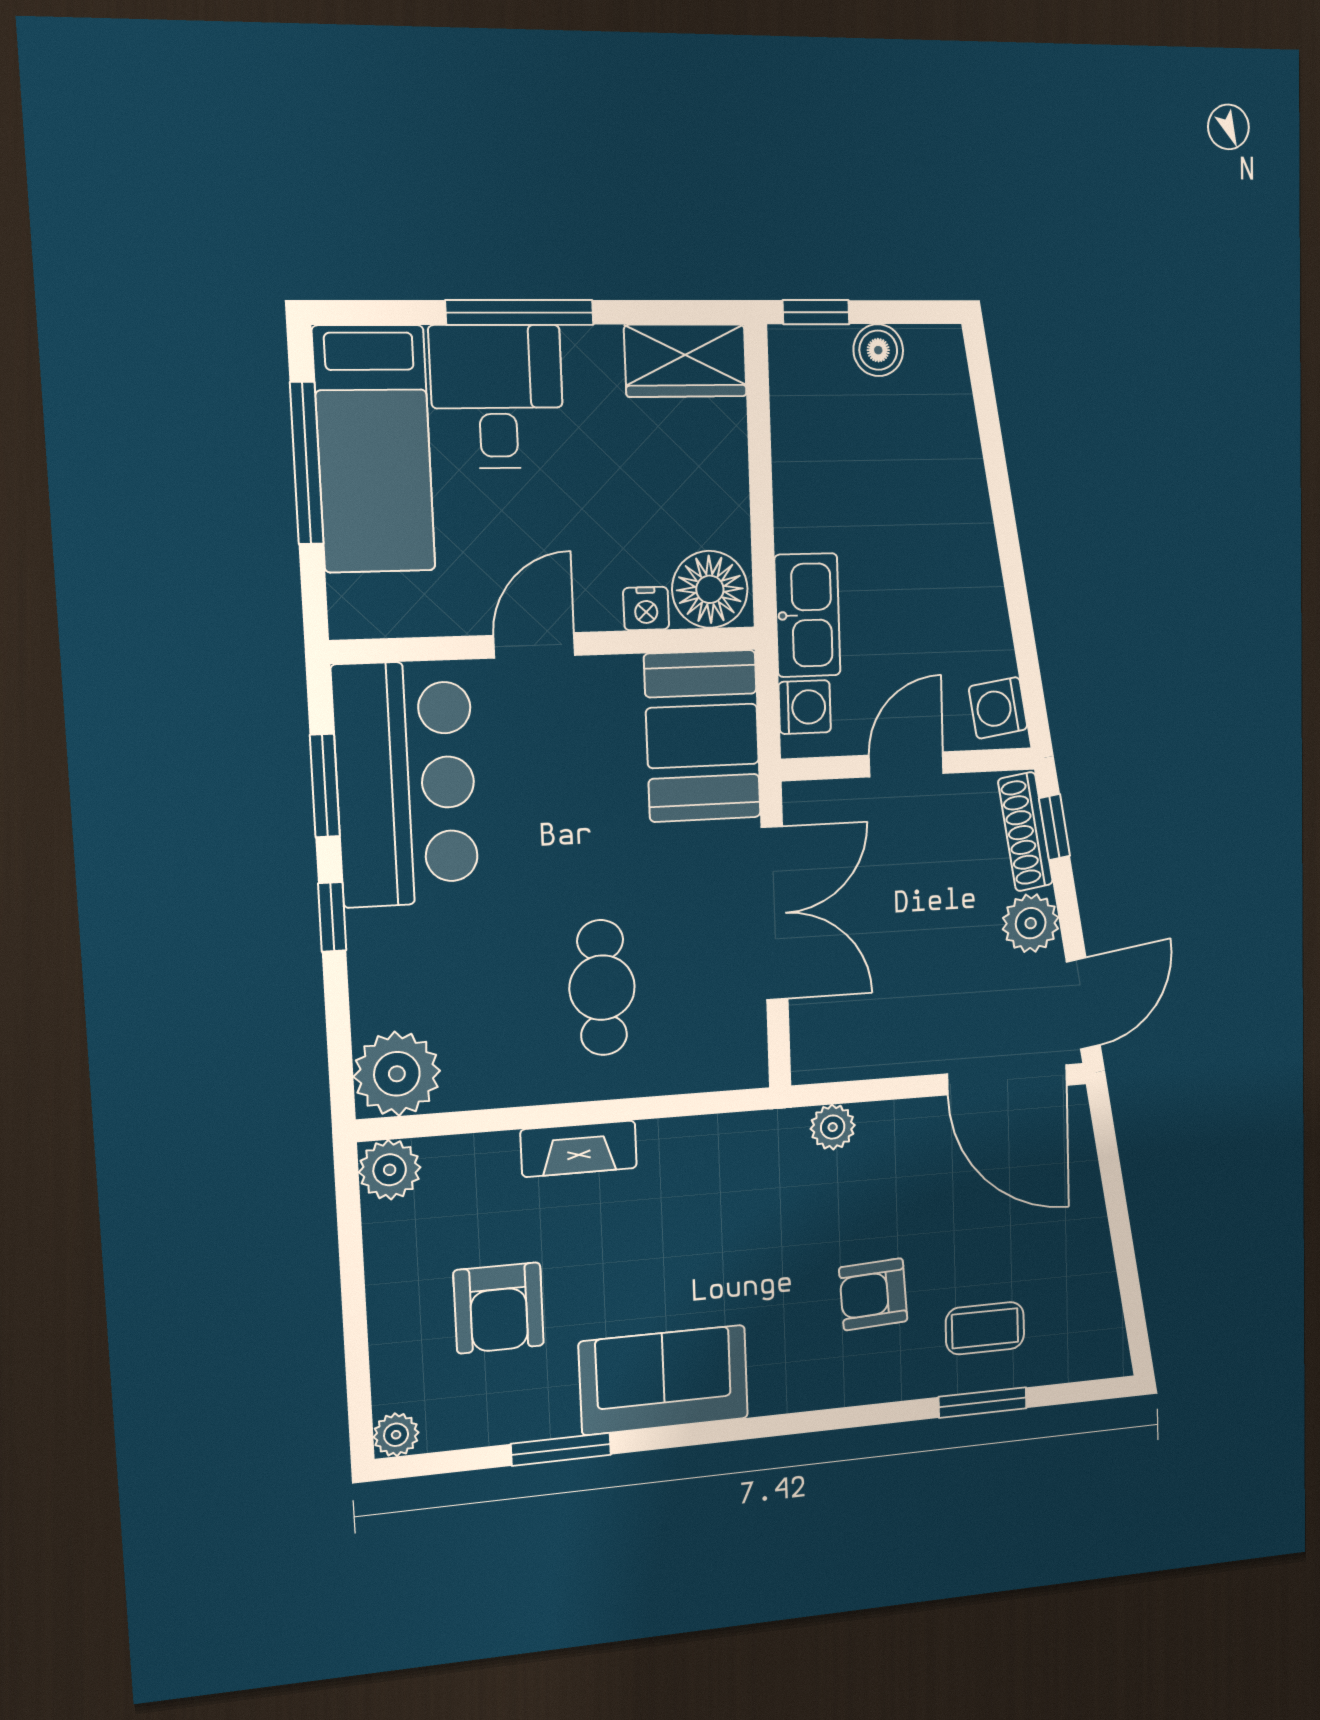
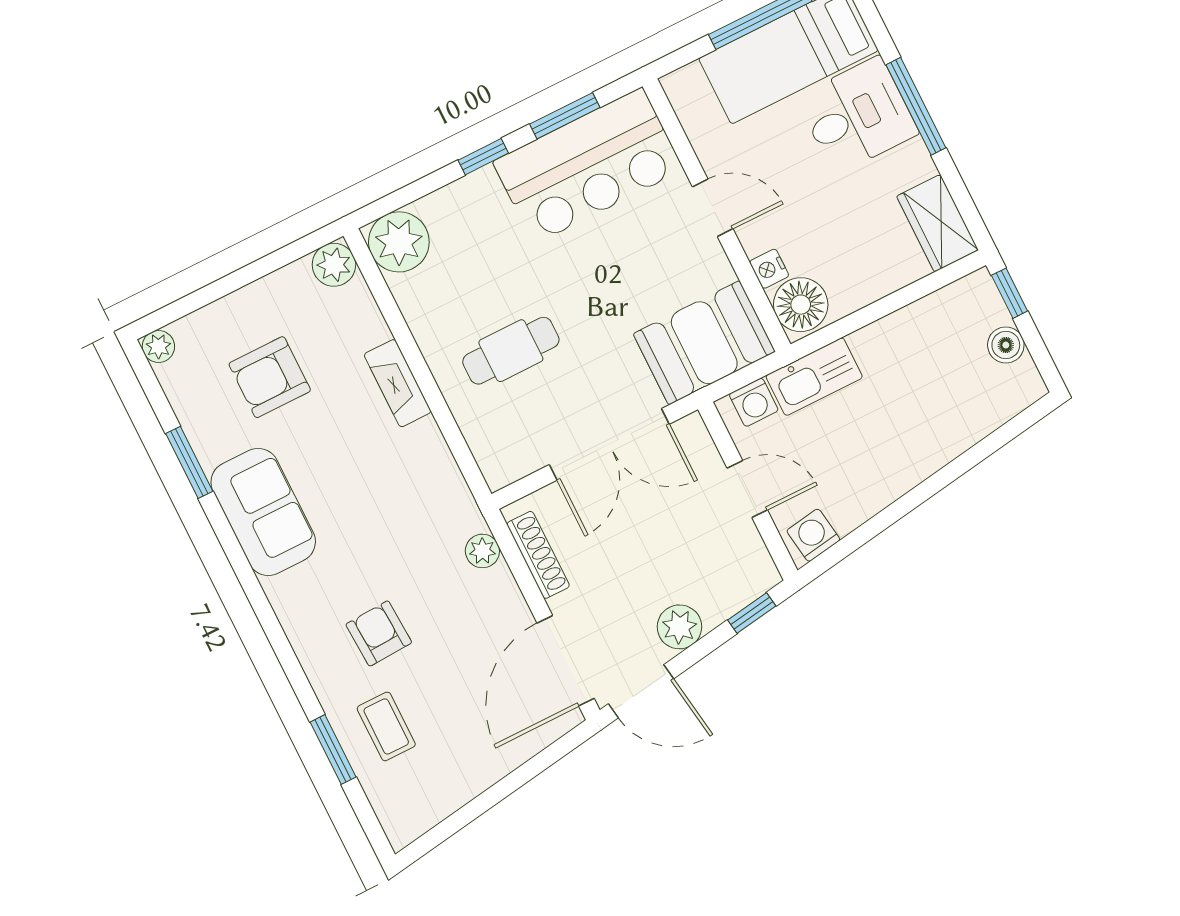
shoe rack: (1025, 832) -> (538, 555), moved, turned 99

